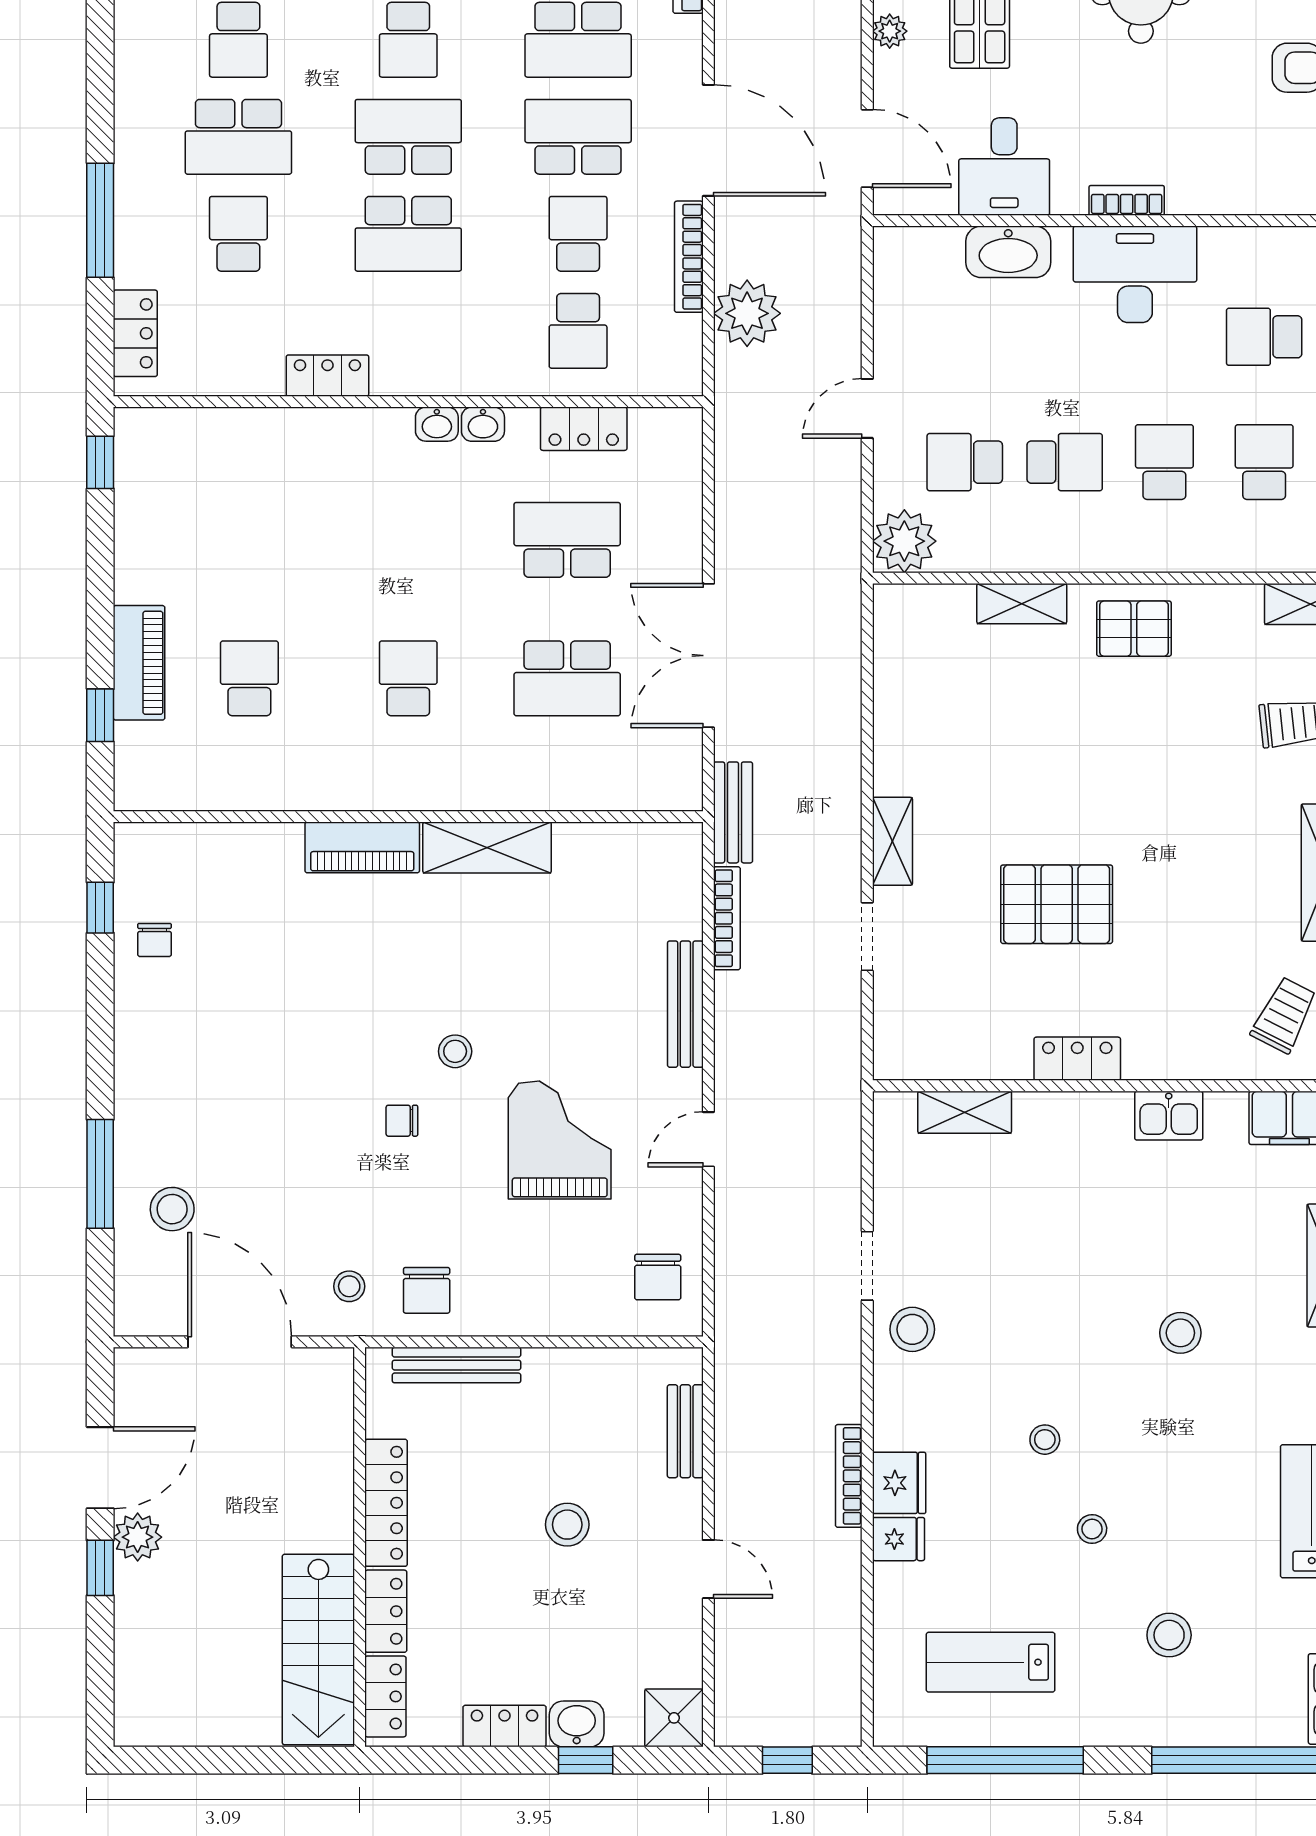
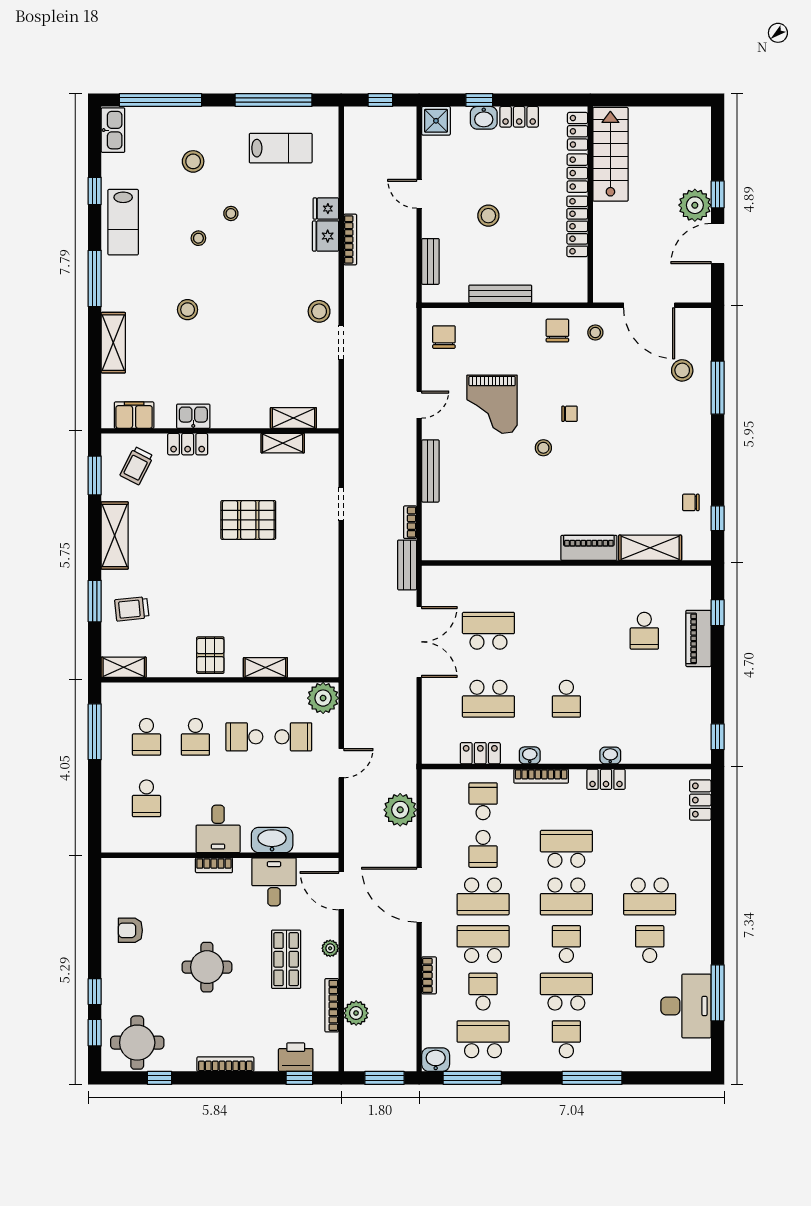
school desk: (238, 137) -> (650, 896), turned 180
window: (100, 220) -> (718, 855), removed
school desk: (238, 234) -> (650, 849), removed
bookcase: (689, 257) -> (541, 776), moved, turned 90
desk: (1135, 274) -> (218, 829), width x0.73
school desk: (1264, 337) -> (146, 798), turned 90
washbasin: (437, 424) -> (610, 755), moved
pallet: (1134, 629) -> (210, 655), turned 90
school desk: (408, 678) -> (566, 699), moved
shelving: (892, 841) -> (283, 443), moved, turned 90
shelving: (487, 848) -> (650, 548), moved
bookcase: (727, 918) -> (410, 522), width x0.64
chair: (155, 940) -> (691, 502), turned -90
locker: (1077, 1059) -> (188, 444), moved
bench: (457, 1365) -> (500, 294), moved
stool: (1045, 1440) -> (198, 238), moved
plant: (138, 1537) -> (695, 205), width x1.36, depth x1.36

